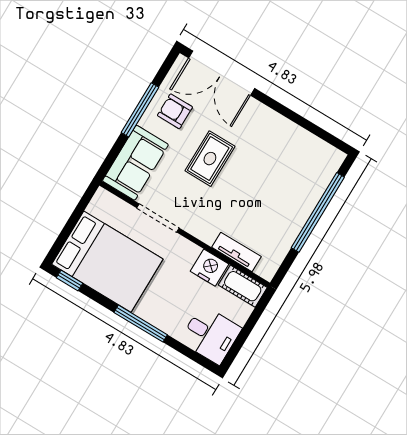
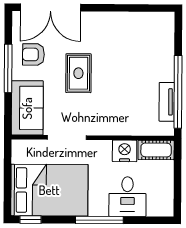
window: (318, 212) -> (178, 92), moved
tv unit: (236, 252) -> (167, 102), moved, turned -90
desk: (211, 335) -> (127, 197), moved, turned 90

